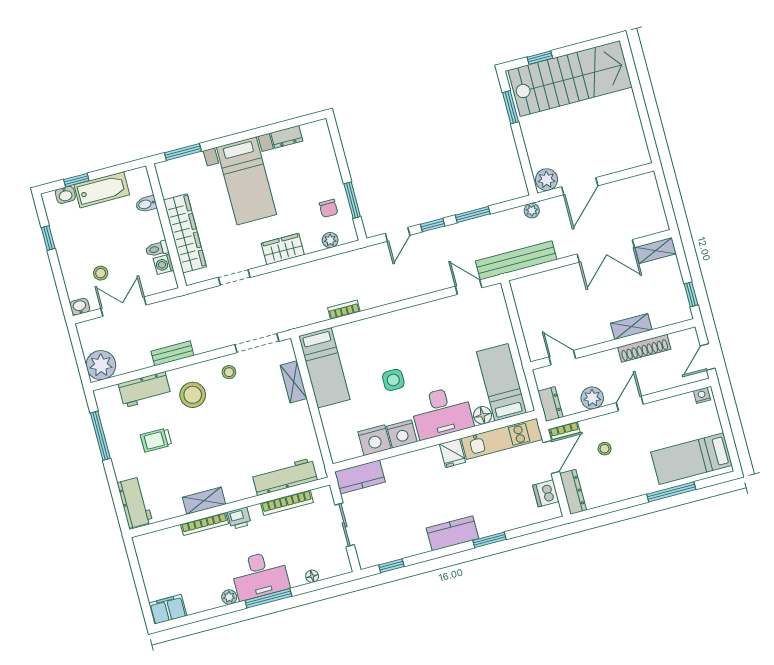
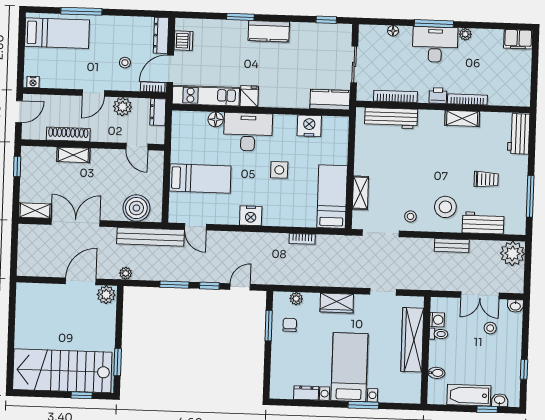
window: (183, 152) -> (363, 405), moved
boiler: (542, 288) -> (136, 208), added
bed: (501, 382) -> (200, 178), moved, turned -90
nightstand: (402, 434) -> (251, 216), moved, turned 180

